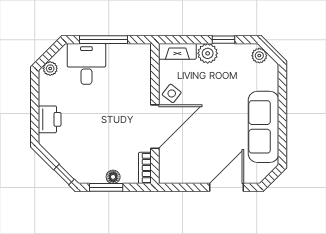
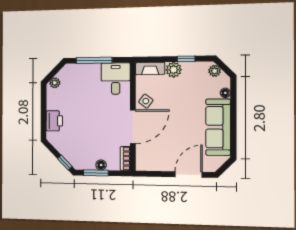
desk: (86, 64) -> (116, 79), moved
floor lamp: (273, 83) -> (225, 93), added

